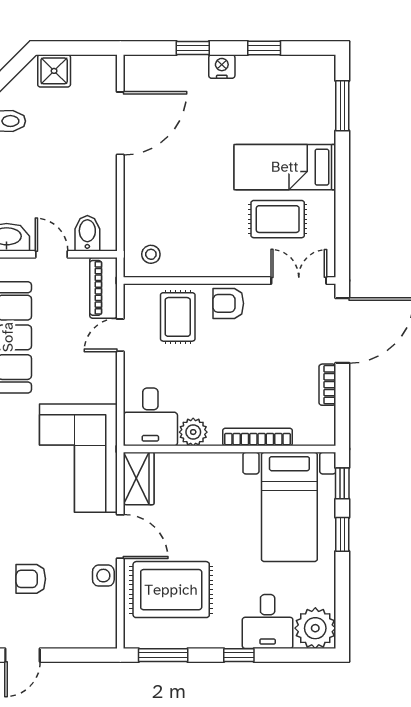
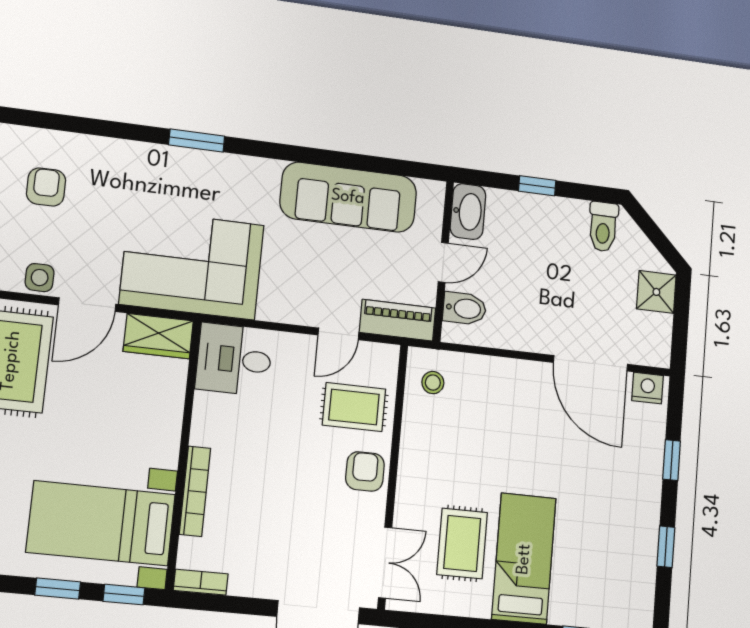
nightstand: (222, 67) -> (648, 388), moved, turned -90
door: (120, 335) -> (339, 334), swing flipped
bookcase: (327, 385) -> (201, 582), moved
plant: (193, 432) -> (210, 411), removed

